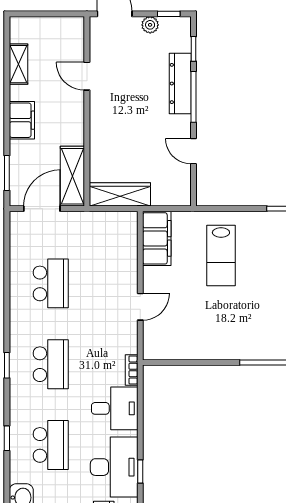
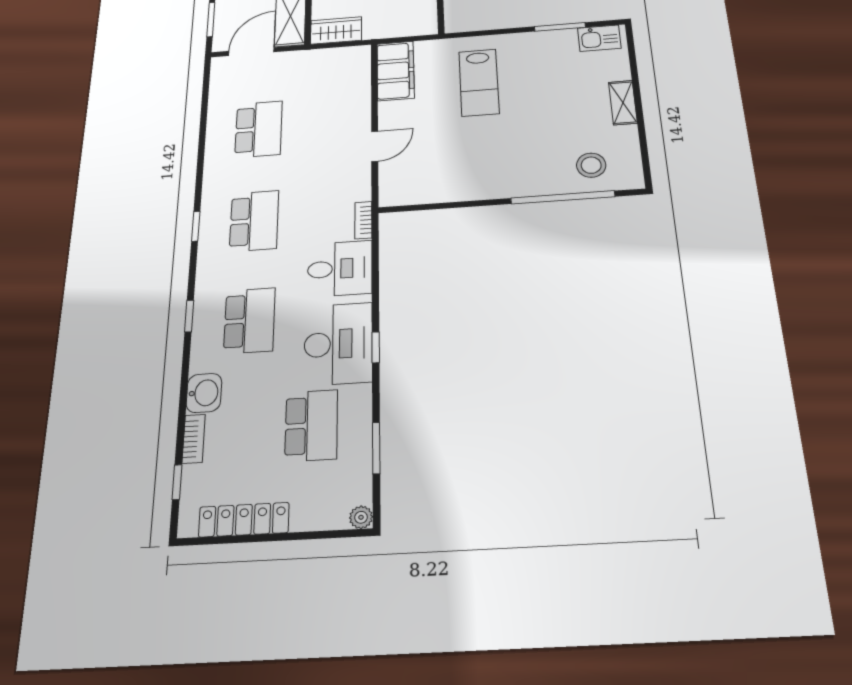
wardrobe: (120, 194) -> (336, 30), width x0.67

